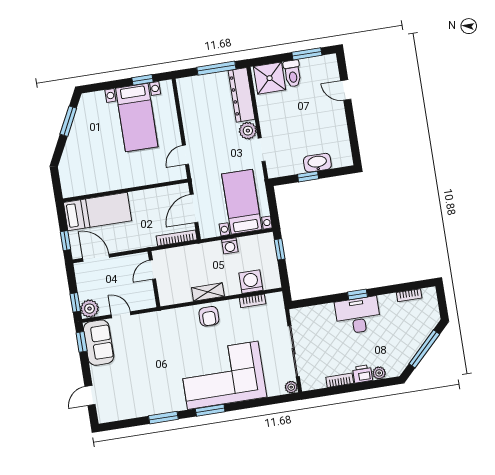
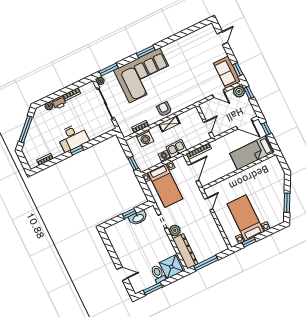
washbasin: (317, 163) -> (138, 218), moved
kitchen sink: (209, 252) -> (176, 149), added
window: (163, 418) -> (109, 70), moved

